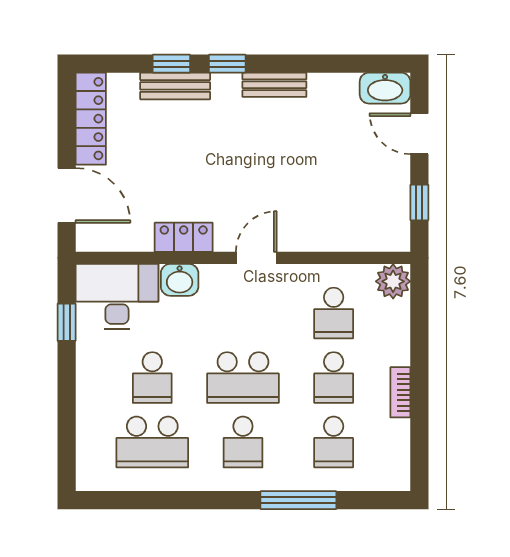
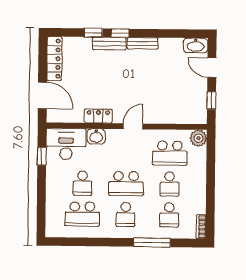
bench: (175, 86) -> (109, 44), moved
school desk: (334, 313) -> (170, 153), width x1.85
bookcase: (400, 392) -> (201, 227), moved

